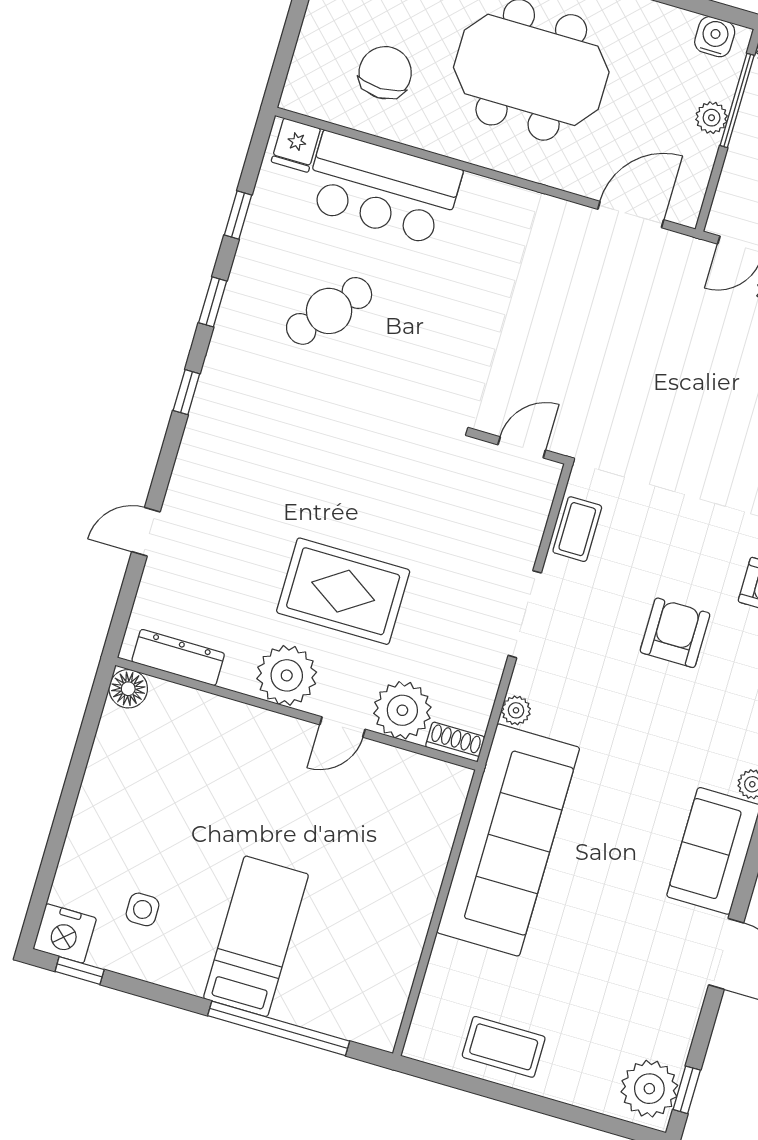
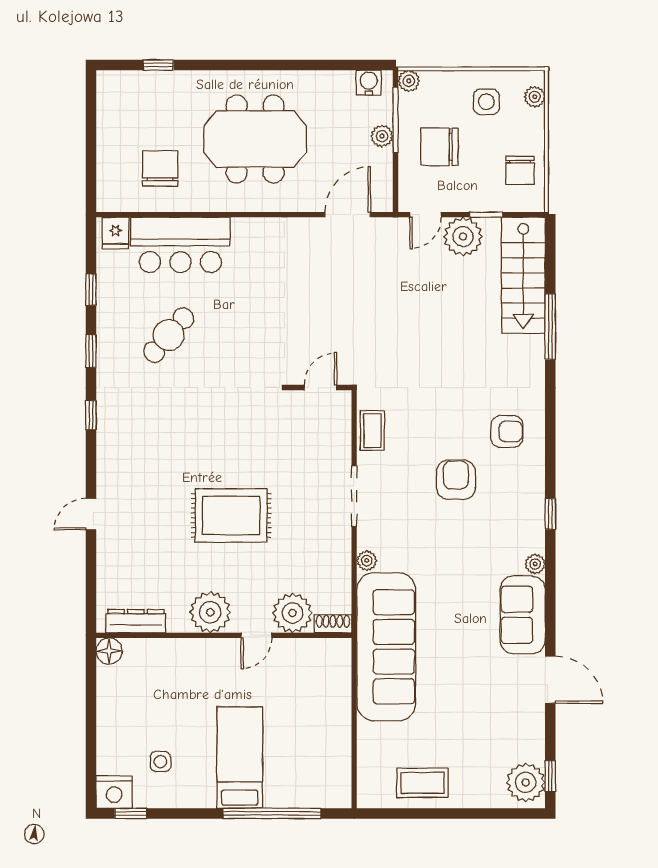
dresser: (178, 657) -> (136, 621), moved
plant: (287, 675) -> (210, 612), moved
floor lamp: (128, 689) -> (109, 651), moved
plant: (402, 710) -> (292, 613), moved
wall: (296, 714) -> (224, 635), moved
door: (342, 727) -> (256, 635), moved
shoe rack: (455, 742) -> (333, 624), moved

